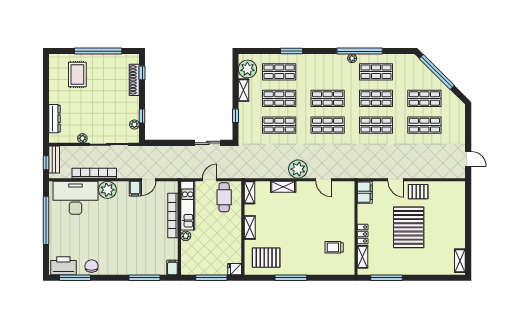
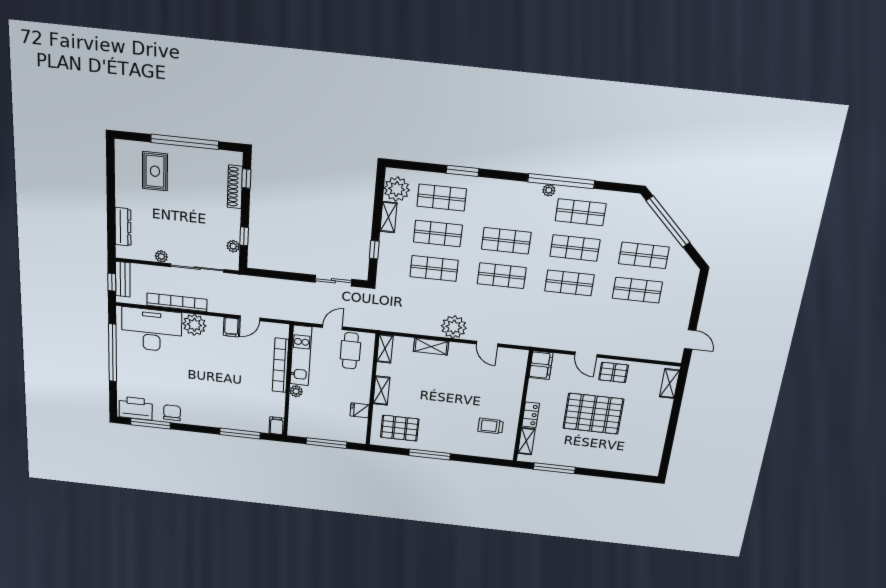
pallet: (409, 227) -> (593, 414), turned 90
shelving: (460, 261) -> (670, 383), moved
fridge: (235, 269) -> (360, 410), moved

